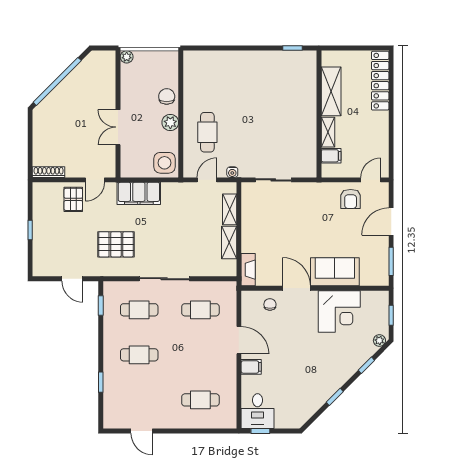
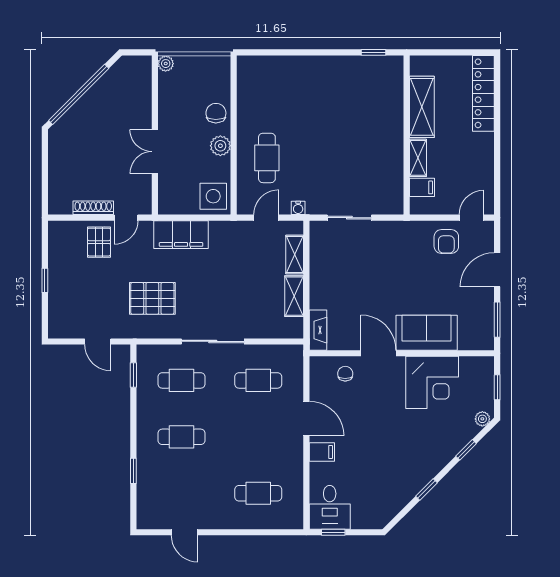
shoe rack: (49, 172) -> (93, 208), moved

